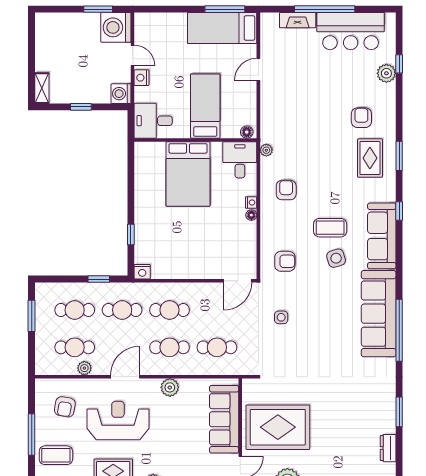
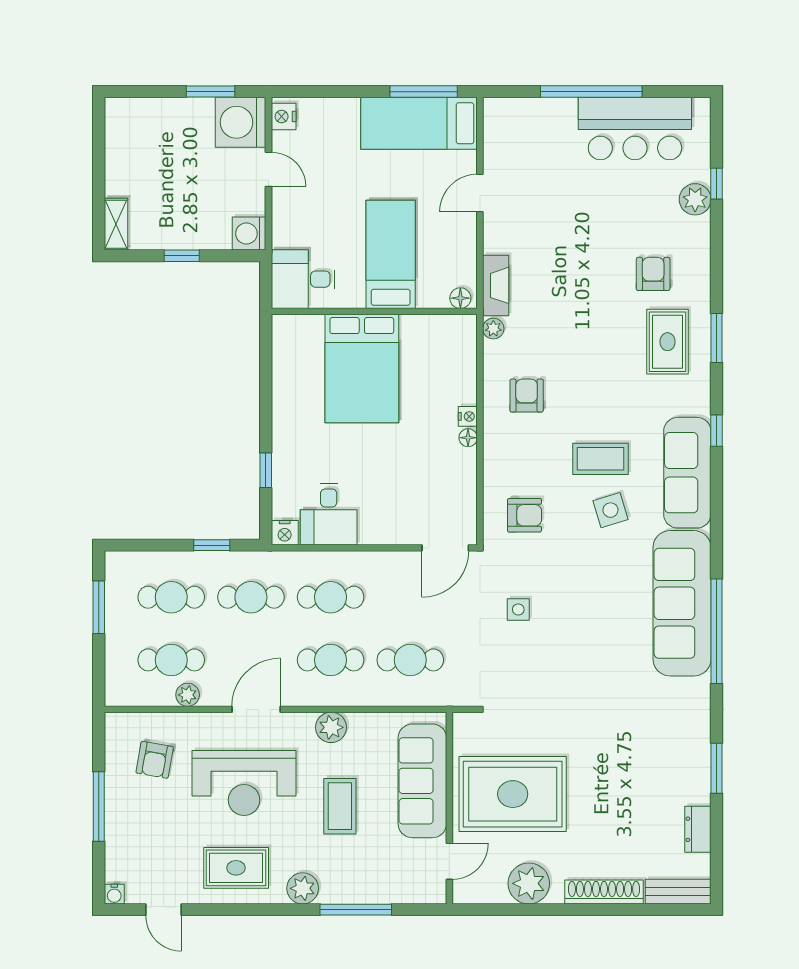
fireplace: (298, 20) -> (496, 285), moved, turned -90
nightstand: (141, 78) -> (284, 117), moved
desk: (240, 160) -> (329, 515), moved, turned 180
reception desk: (118, 421) -> (244, 783), turned 180
coffee table: (56, 455) -> (340, 806), moved, turned 90

